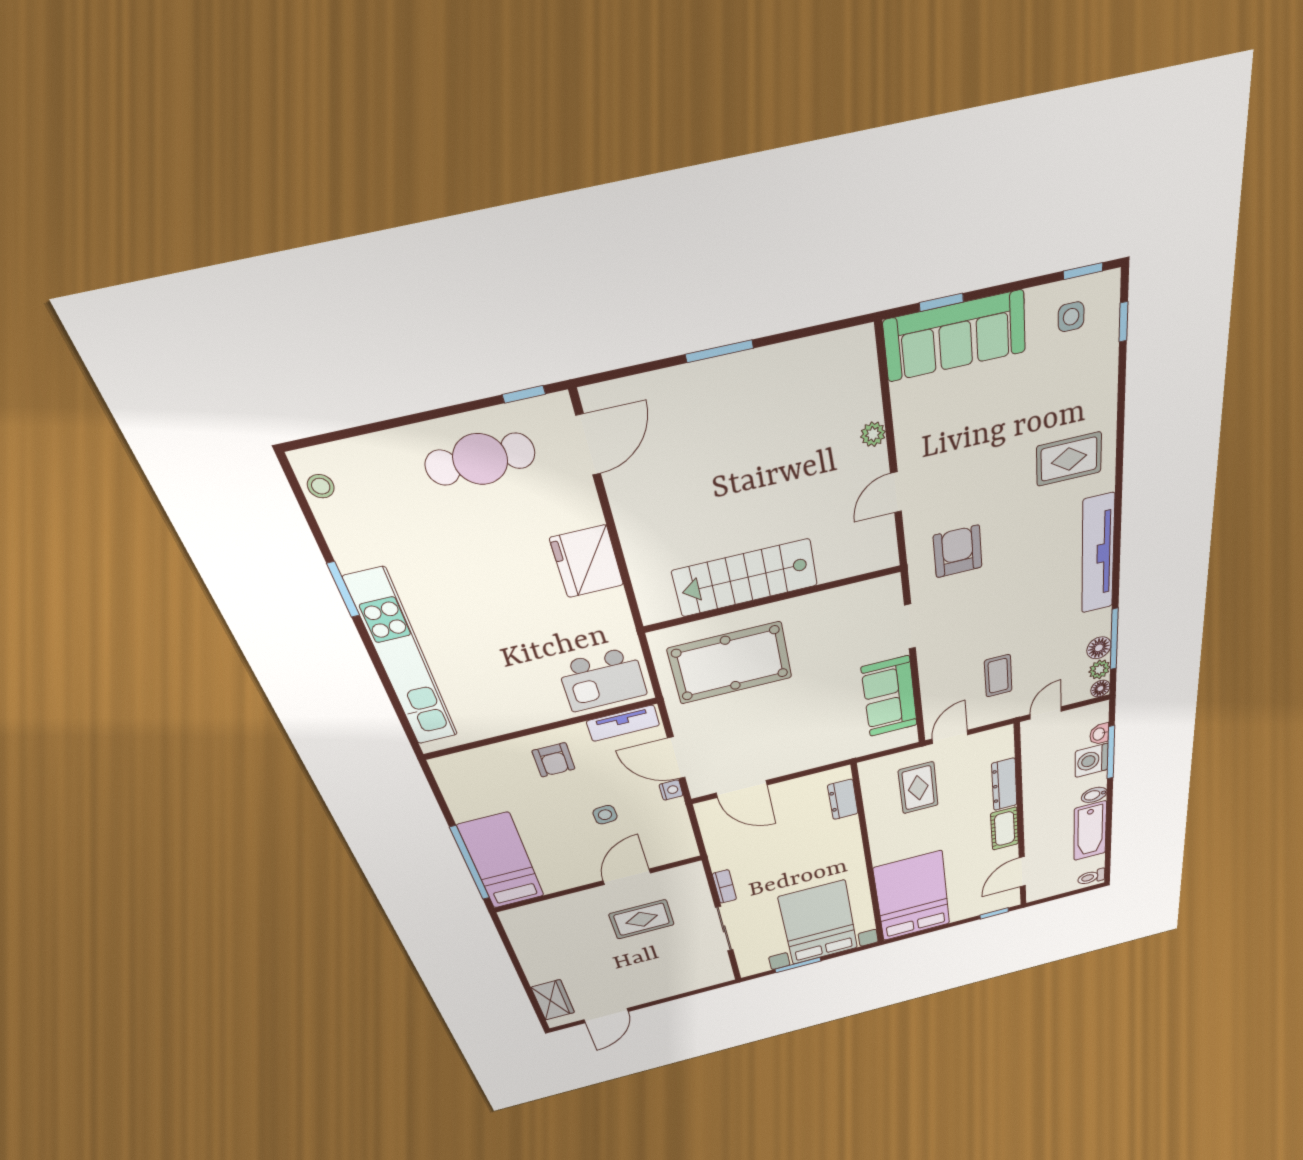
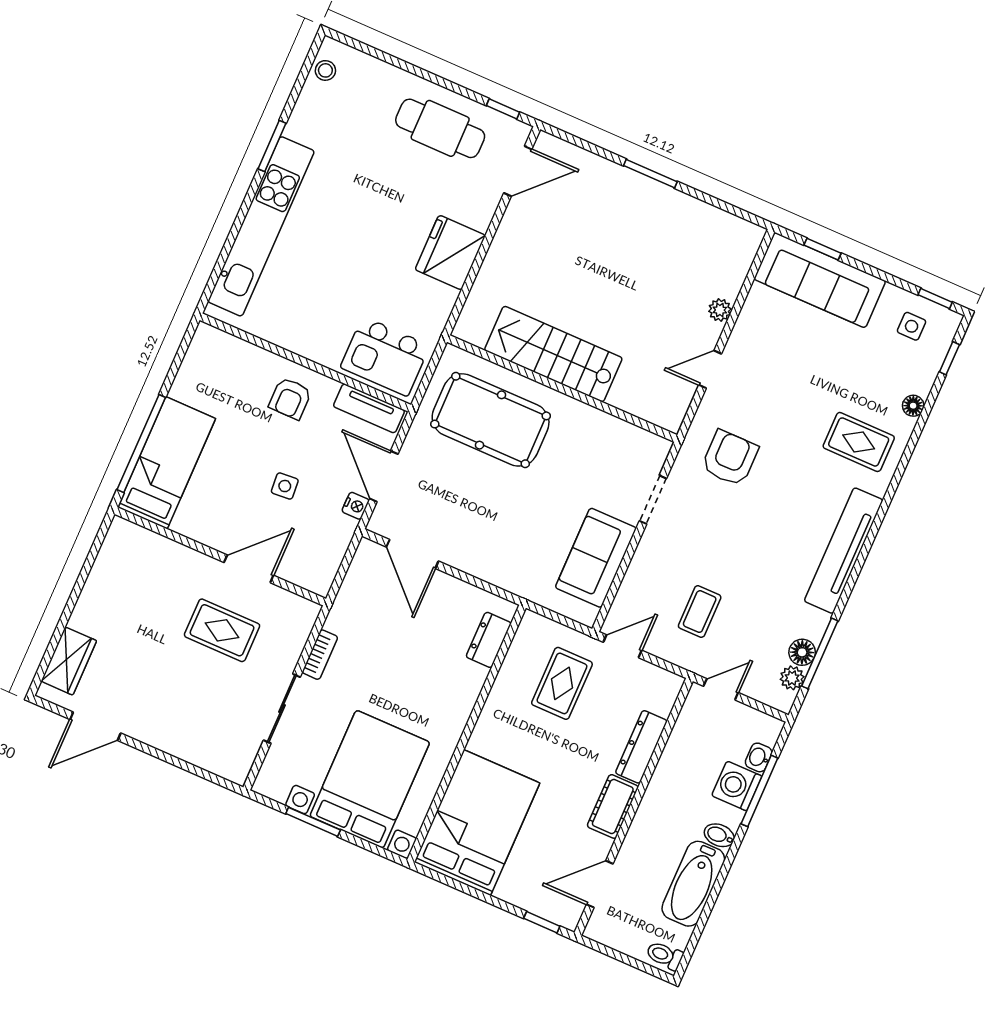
floor lamp: (1100, 689) -> (913, 406), moved

